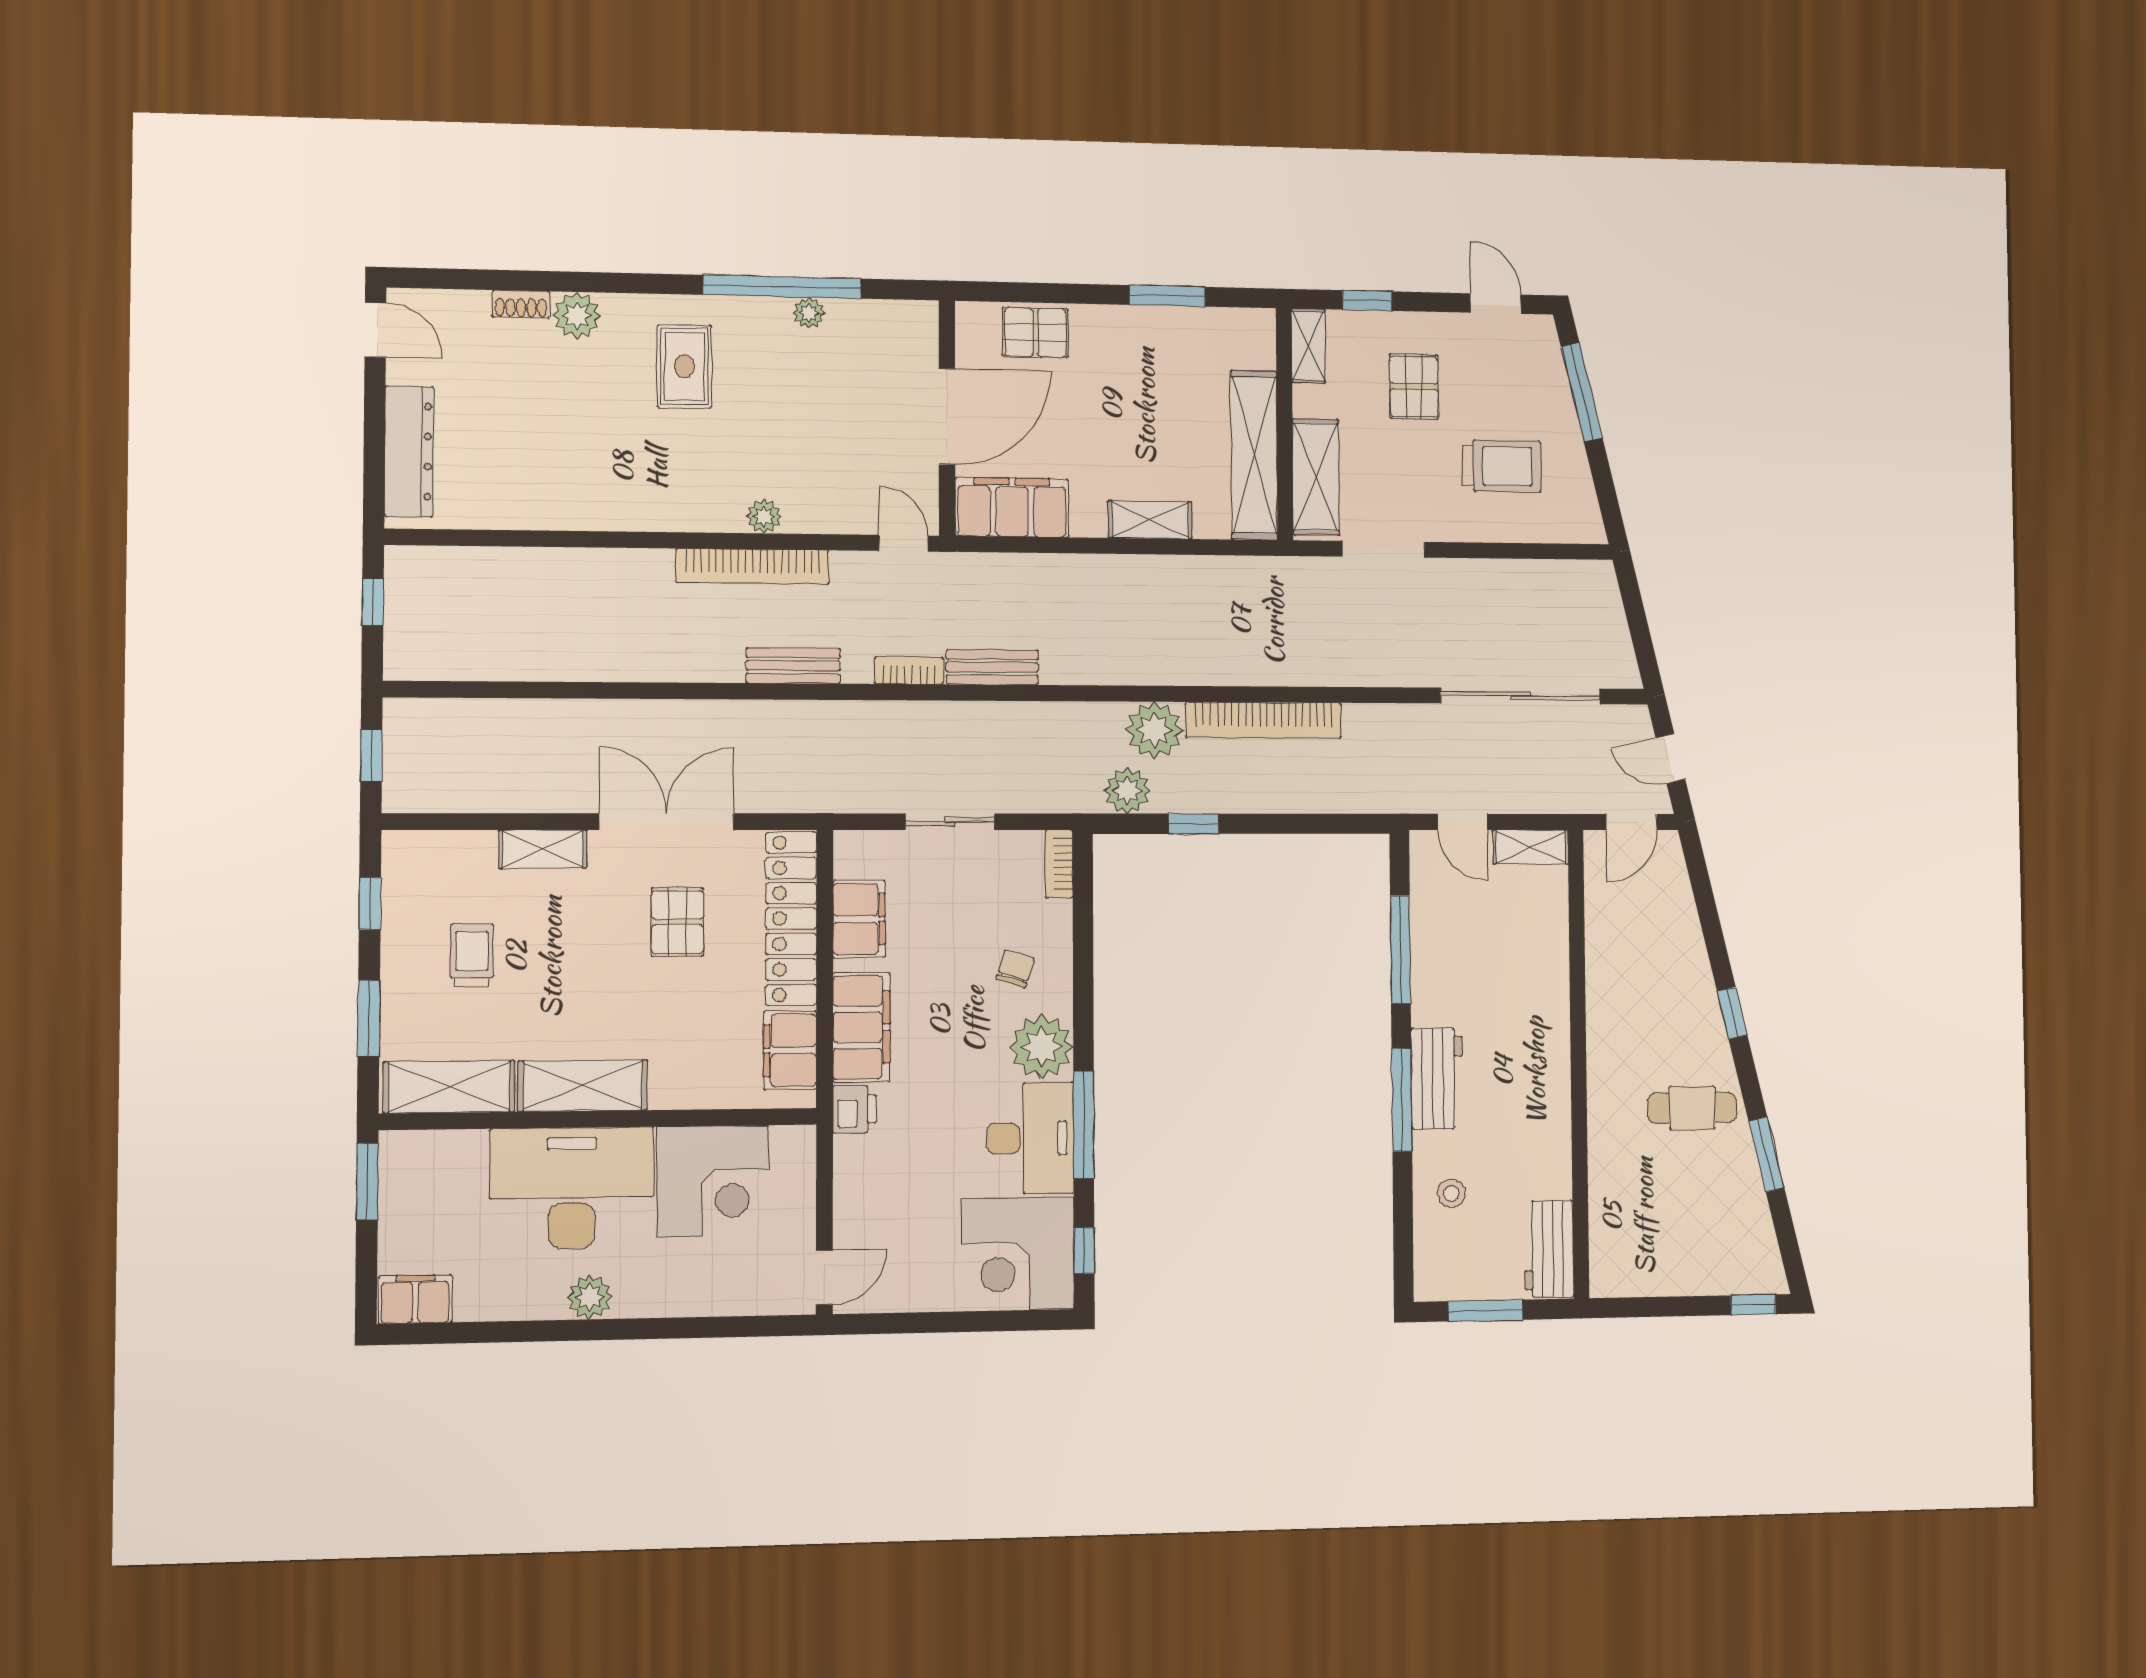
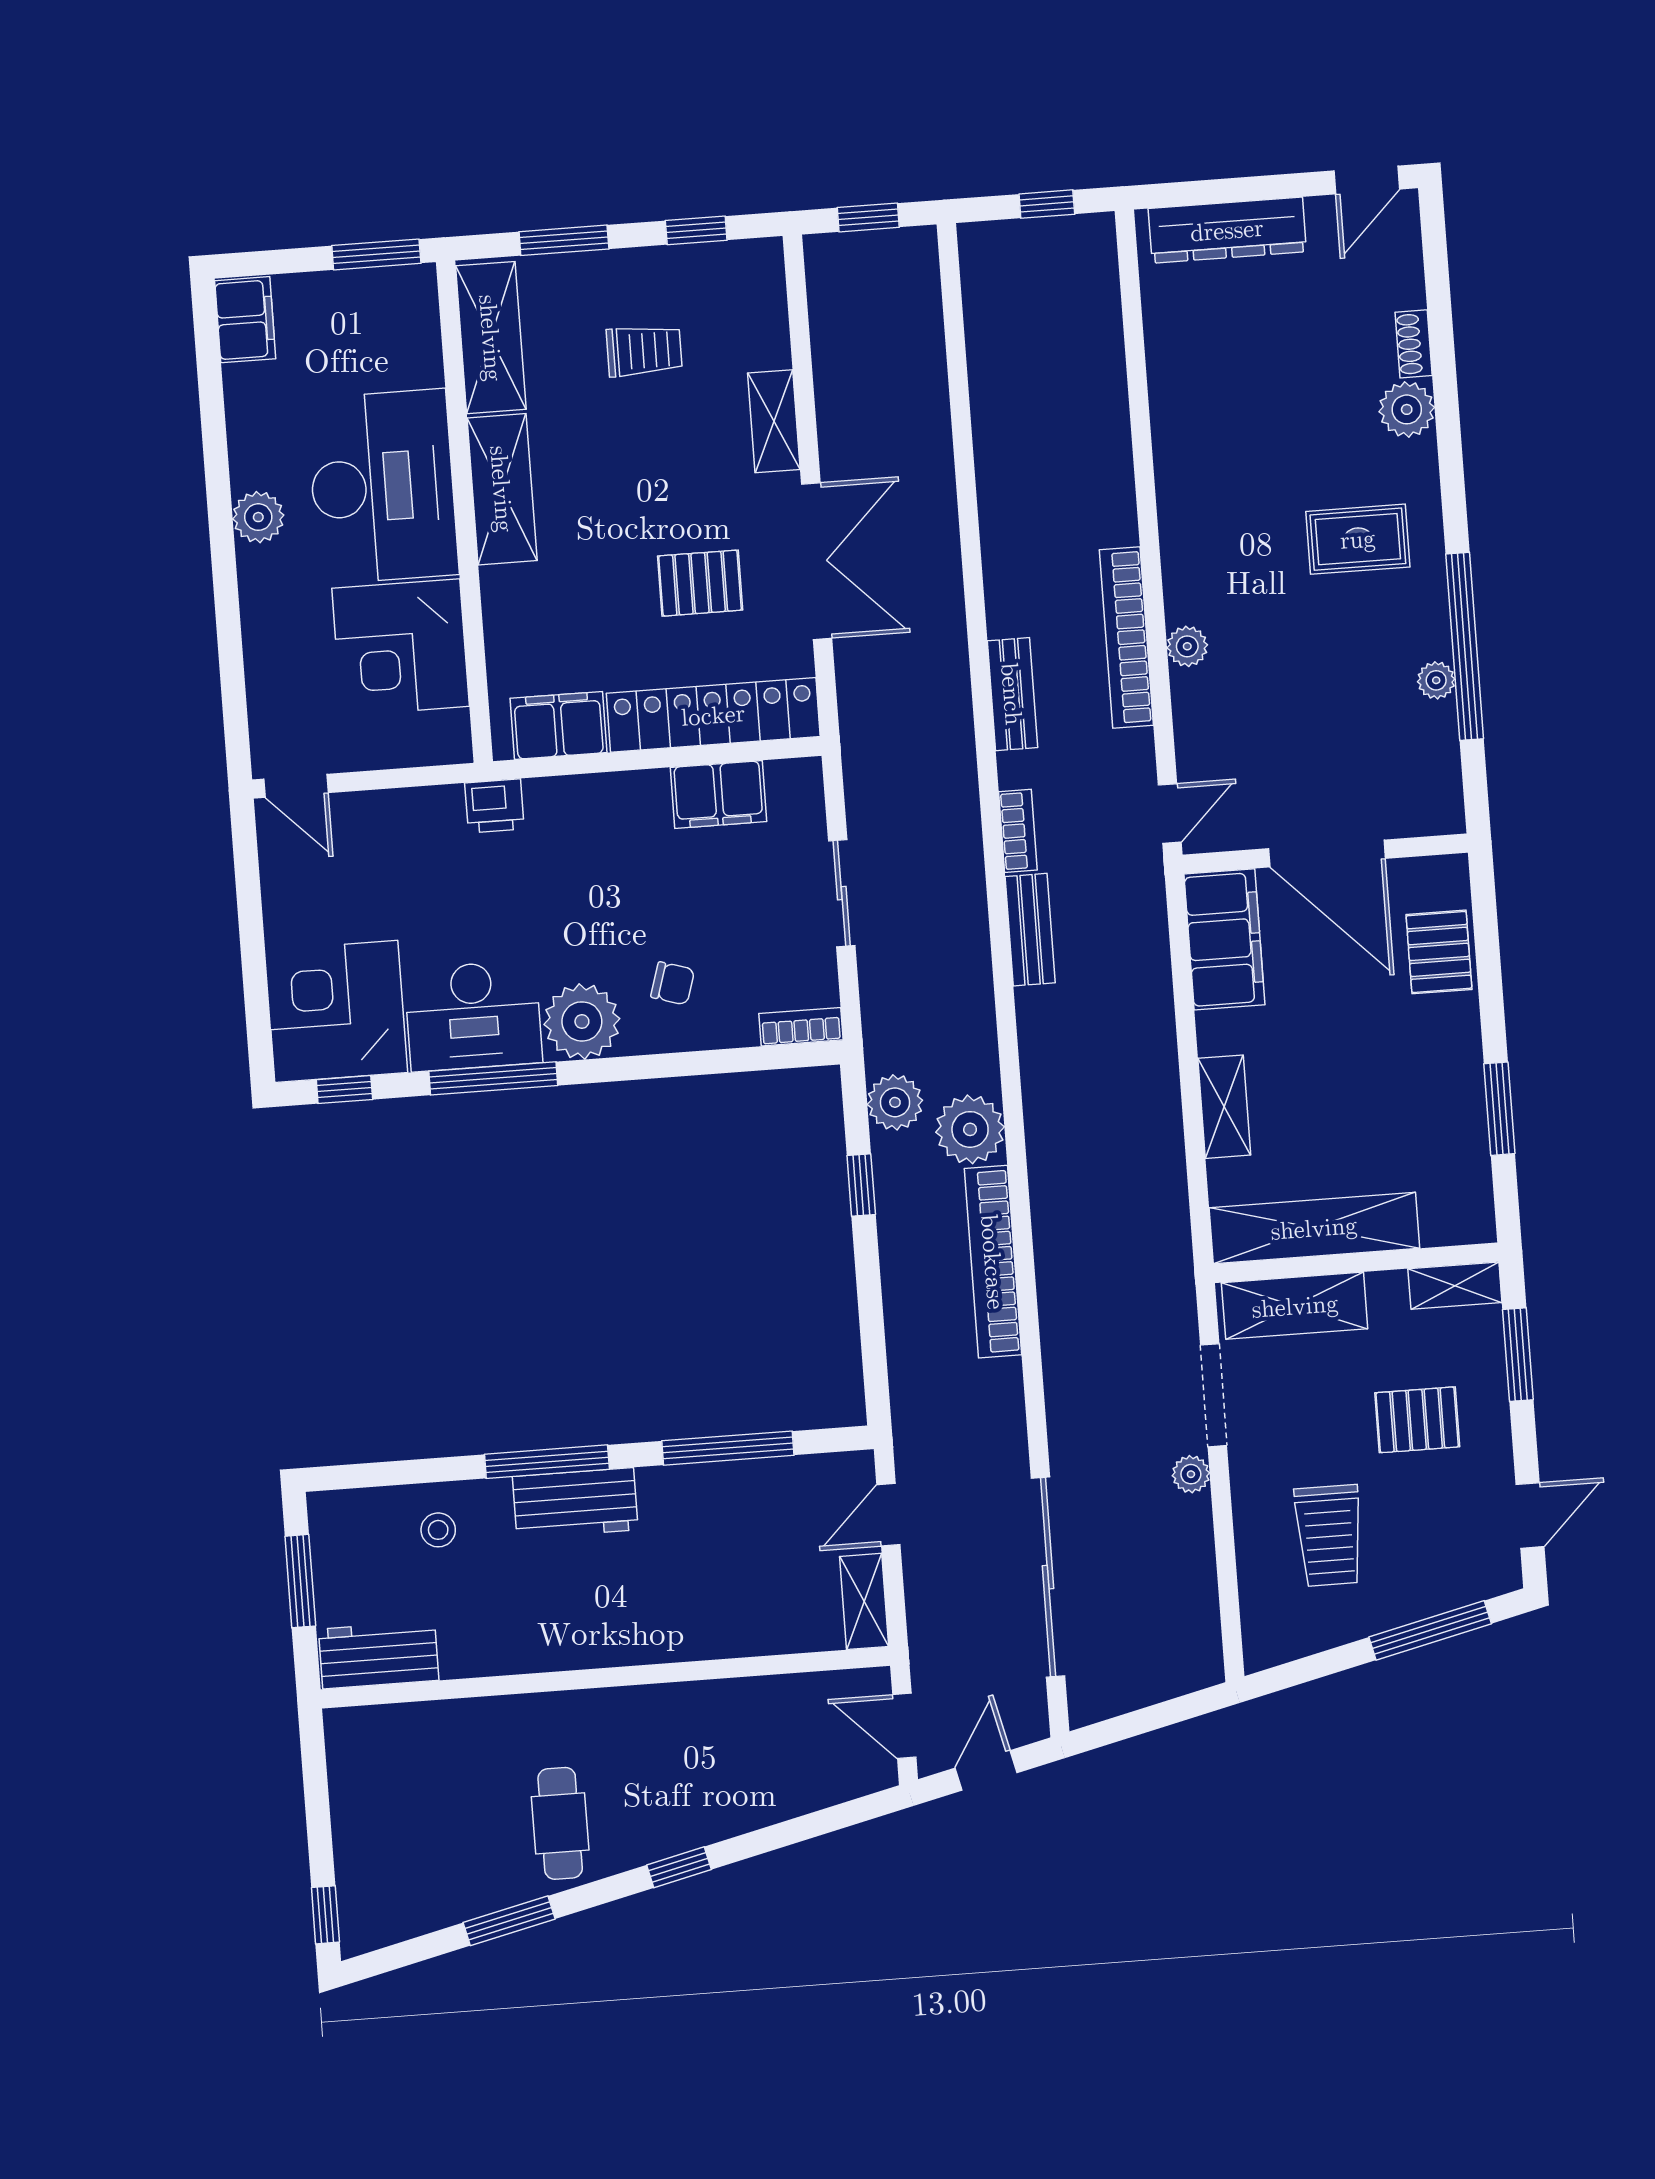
window: (1367, 301) -> (1518, 1355), width x1.50
plant: (1446, 573) -> (1191, 1474), added
filing cabinet: (861, 1027) -> (591, 807), removed

